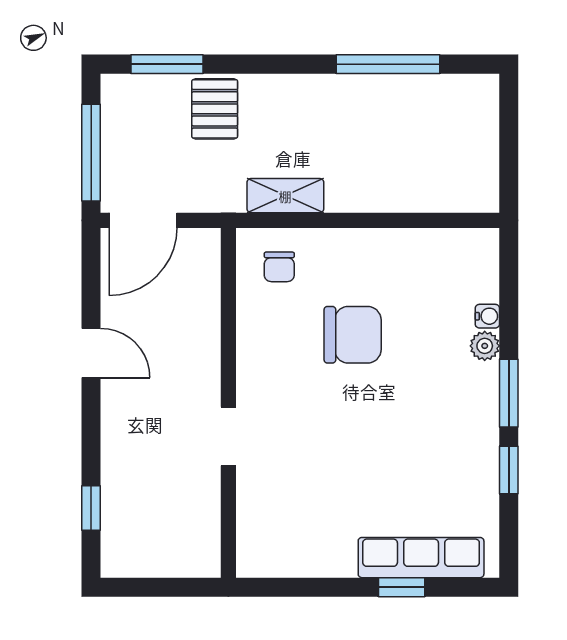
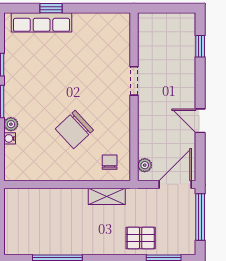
pallet: (215, 109) -> (141, 238), turned 90
plant: (206, 261) -> (145, 165), added
chair: (353, 335) -> (74, 130), turned -43

